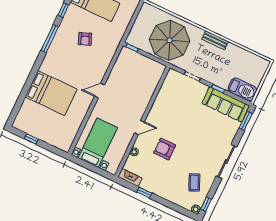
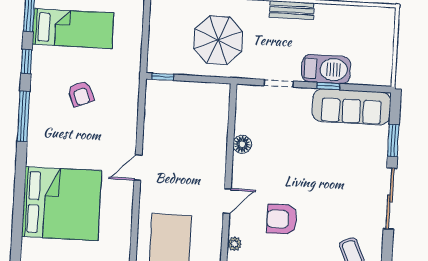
parasol: (170, 40) -> (218, 40), width x0.73, depth x0.73
barbecue: (242, 89) -> (326, 69), moved
bed: (51, 93) -> (62, 204), width x1.36
floor lamp: (160, 101) -> (242, 144), added
window: (246, 121) -> (393, 140), moved

